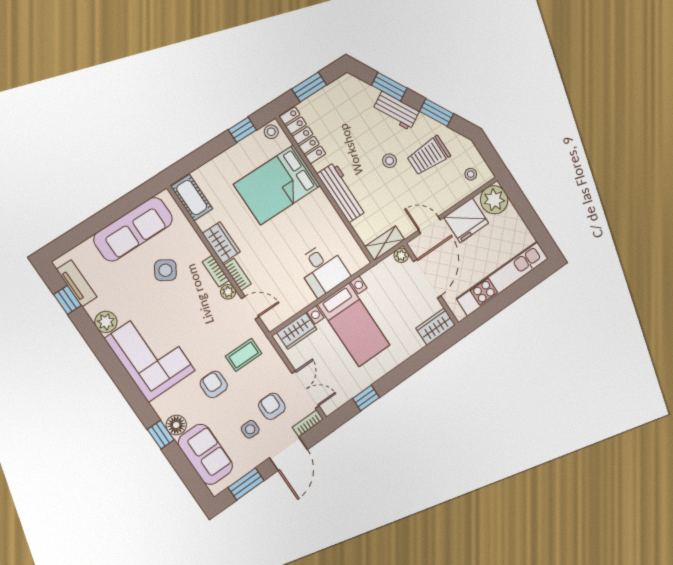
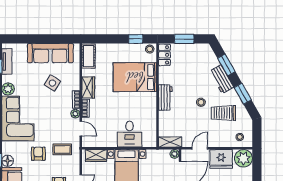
locker: (303, 135) -> (164, 55), width x0.66
workbench: (342, 192) -> (165, 97), width x0.73
door: (429, 225) -> (200, 148), hinge flipped

